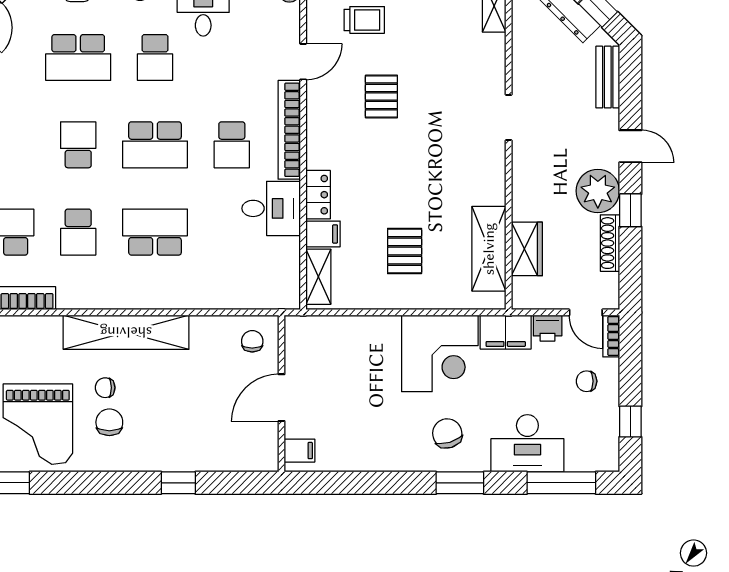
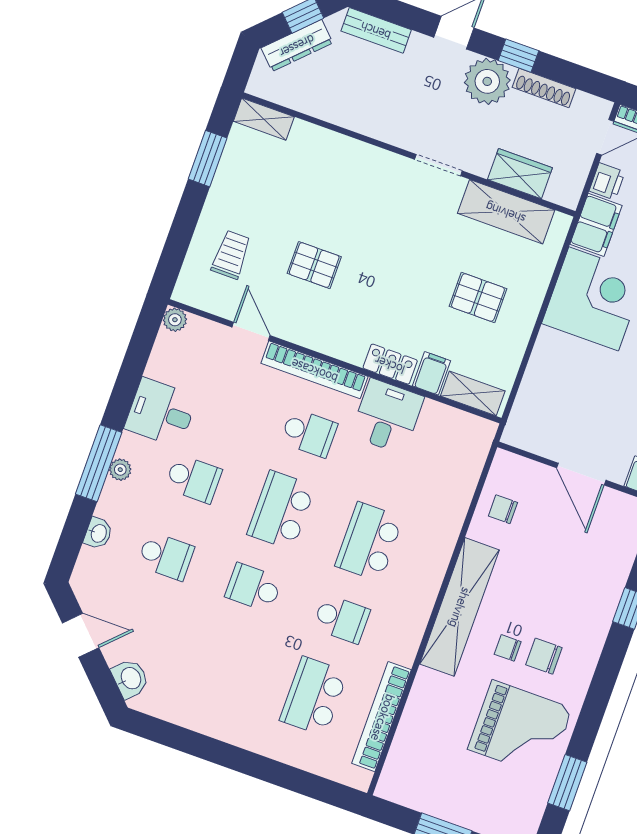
school desk: (78, 57) -> (166, 556), width x0.54
doorway: (509, 118) -> (438, 165), moved
school desk: (155, 145) -> (281, 510), turned 180
chair: (252, 341) -> (503, 509), moved
chair: (105, 388) -> (508, 648), turned 90

